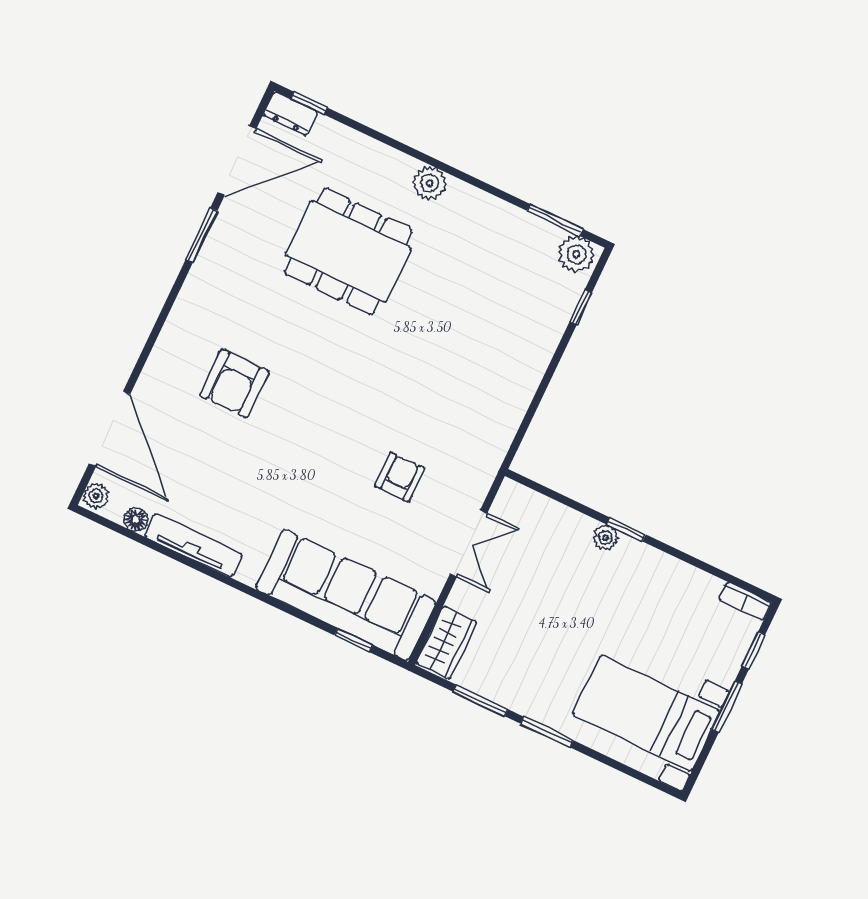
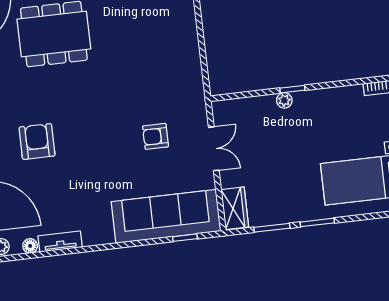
armchair: (234, 383) -> (37, 142), turned 180
armchair: (400, 477) -> (156, 136), turned -90
tv unit: (193, 545) -> (60, 242), width x0.71

